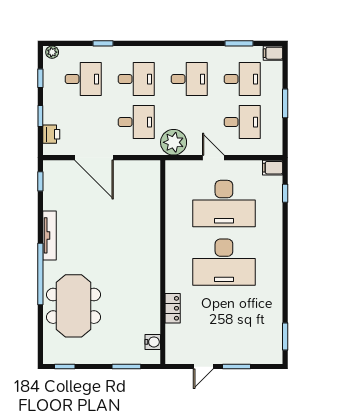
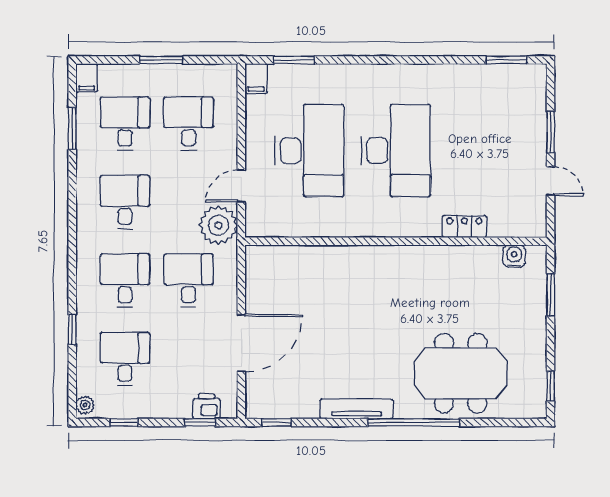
window: (40, 116) -> (200, 422), moved
door: (213, 158) -> (241, 186), moved
window: (285, 193) -> (294, 60), width x1.50

